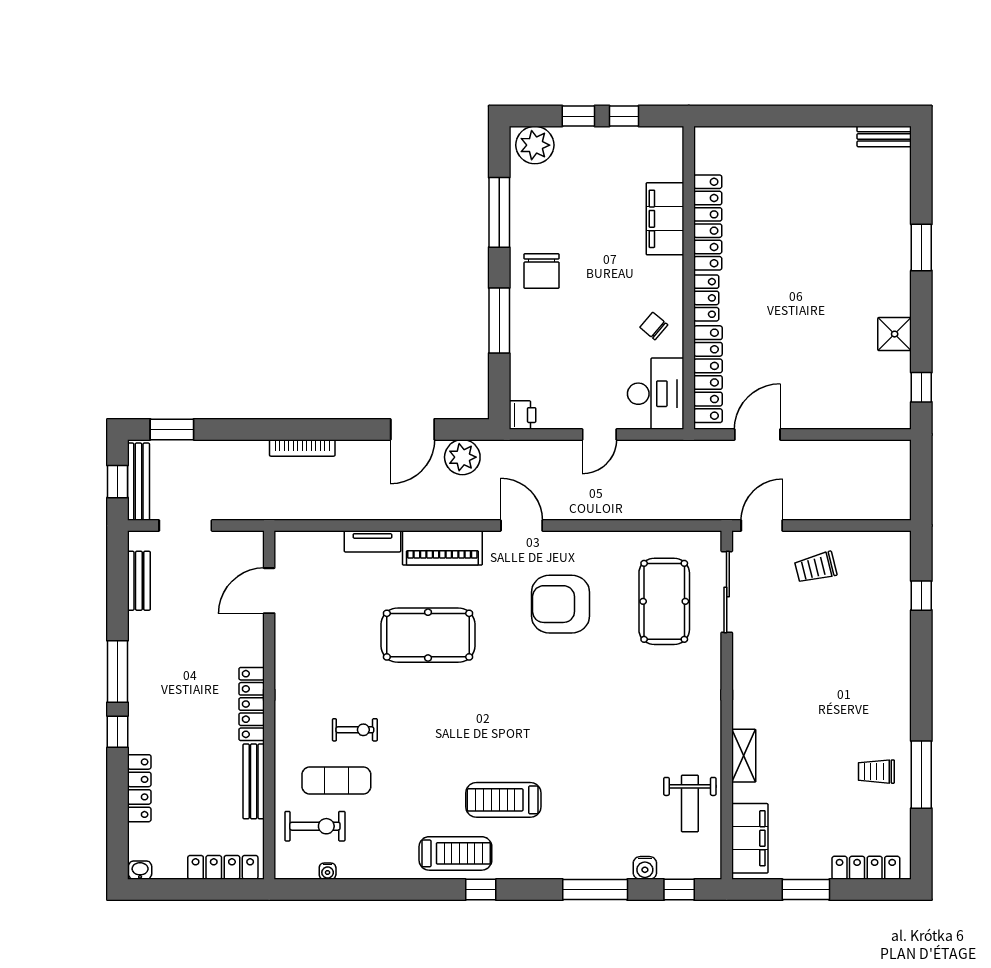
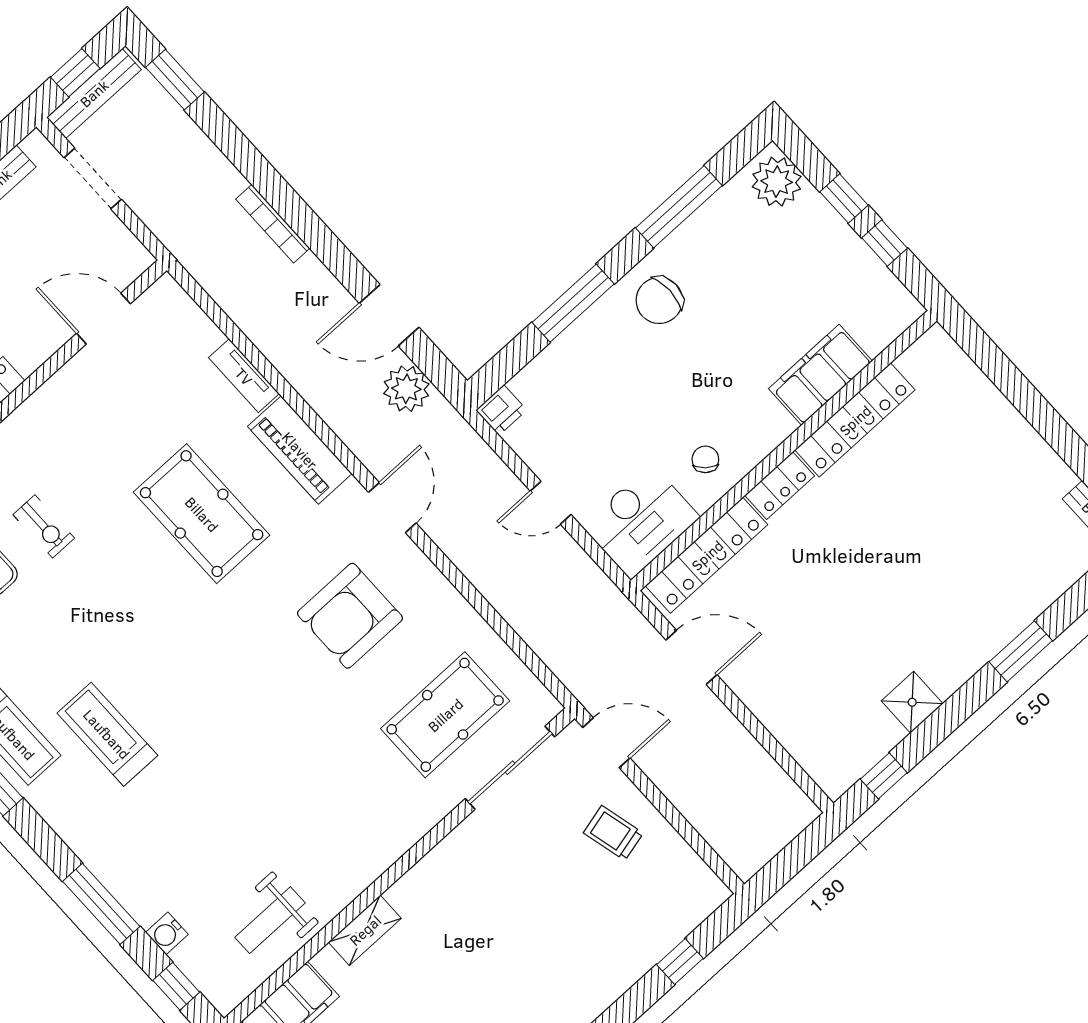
armchair: (560, 604) -> (350, 616), turned -90

